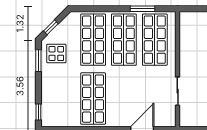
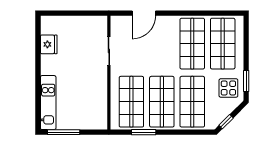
window: (51, 27) -> (226, 122), moved
shop shelf: (62, 99) -> (223, 44), added
window: (38, 112) -> (246, 30), removed

